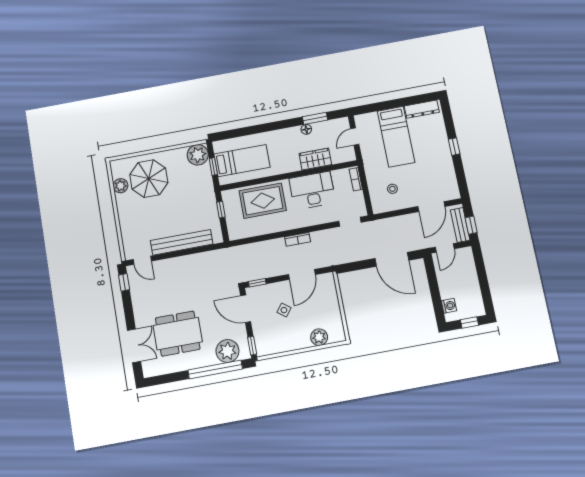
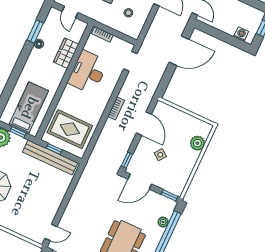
rug: (263, 201) -> (70, 129), moved, turned 90
bench: (182, 242) -> (50, 157), moved, turned 90
plant: (227, 351) -> (163, 222), width x0.53, depth x0.53

